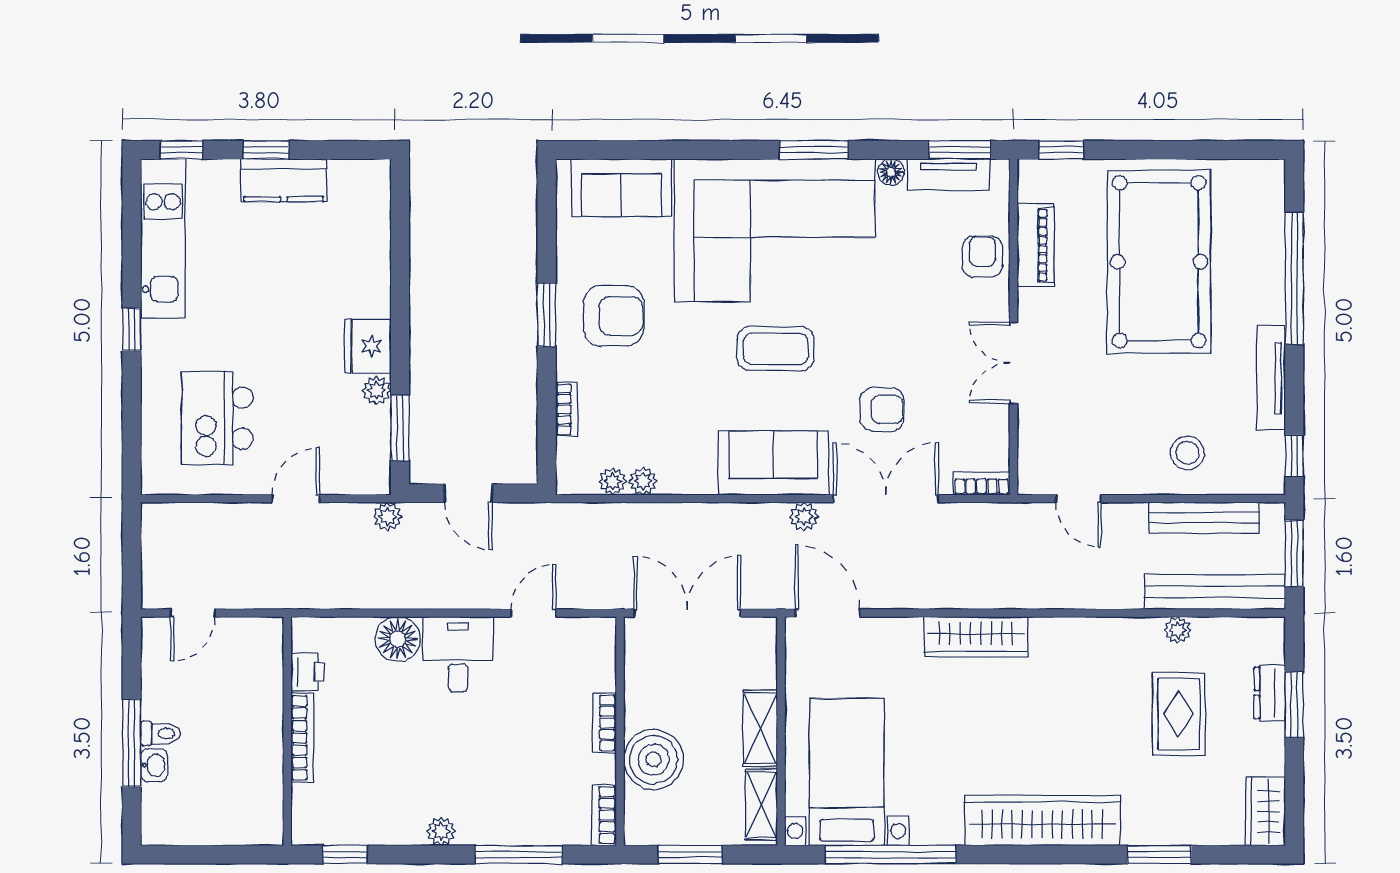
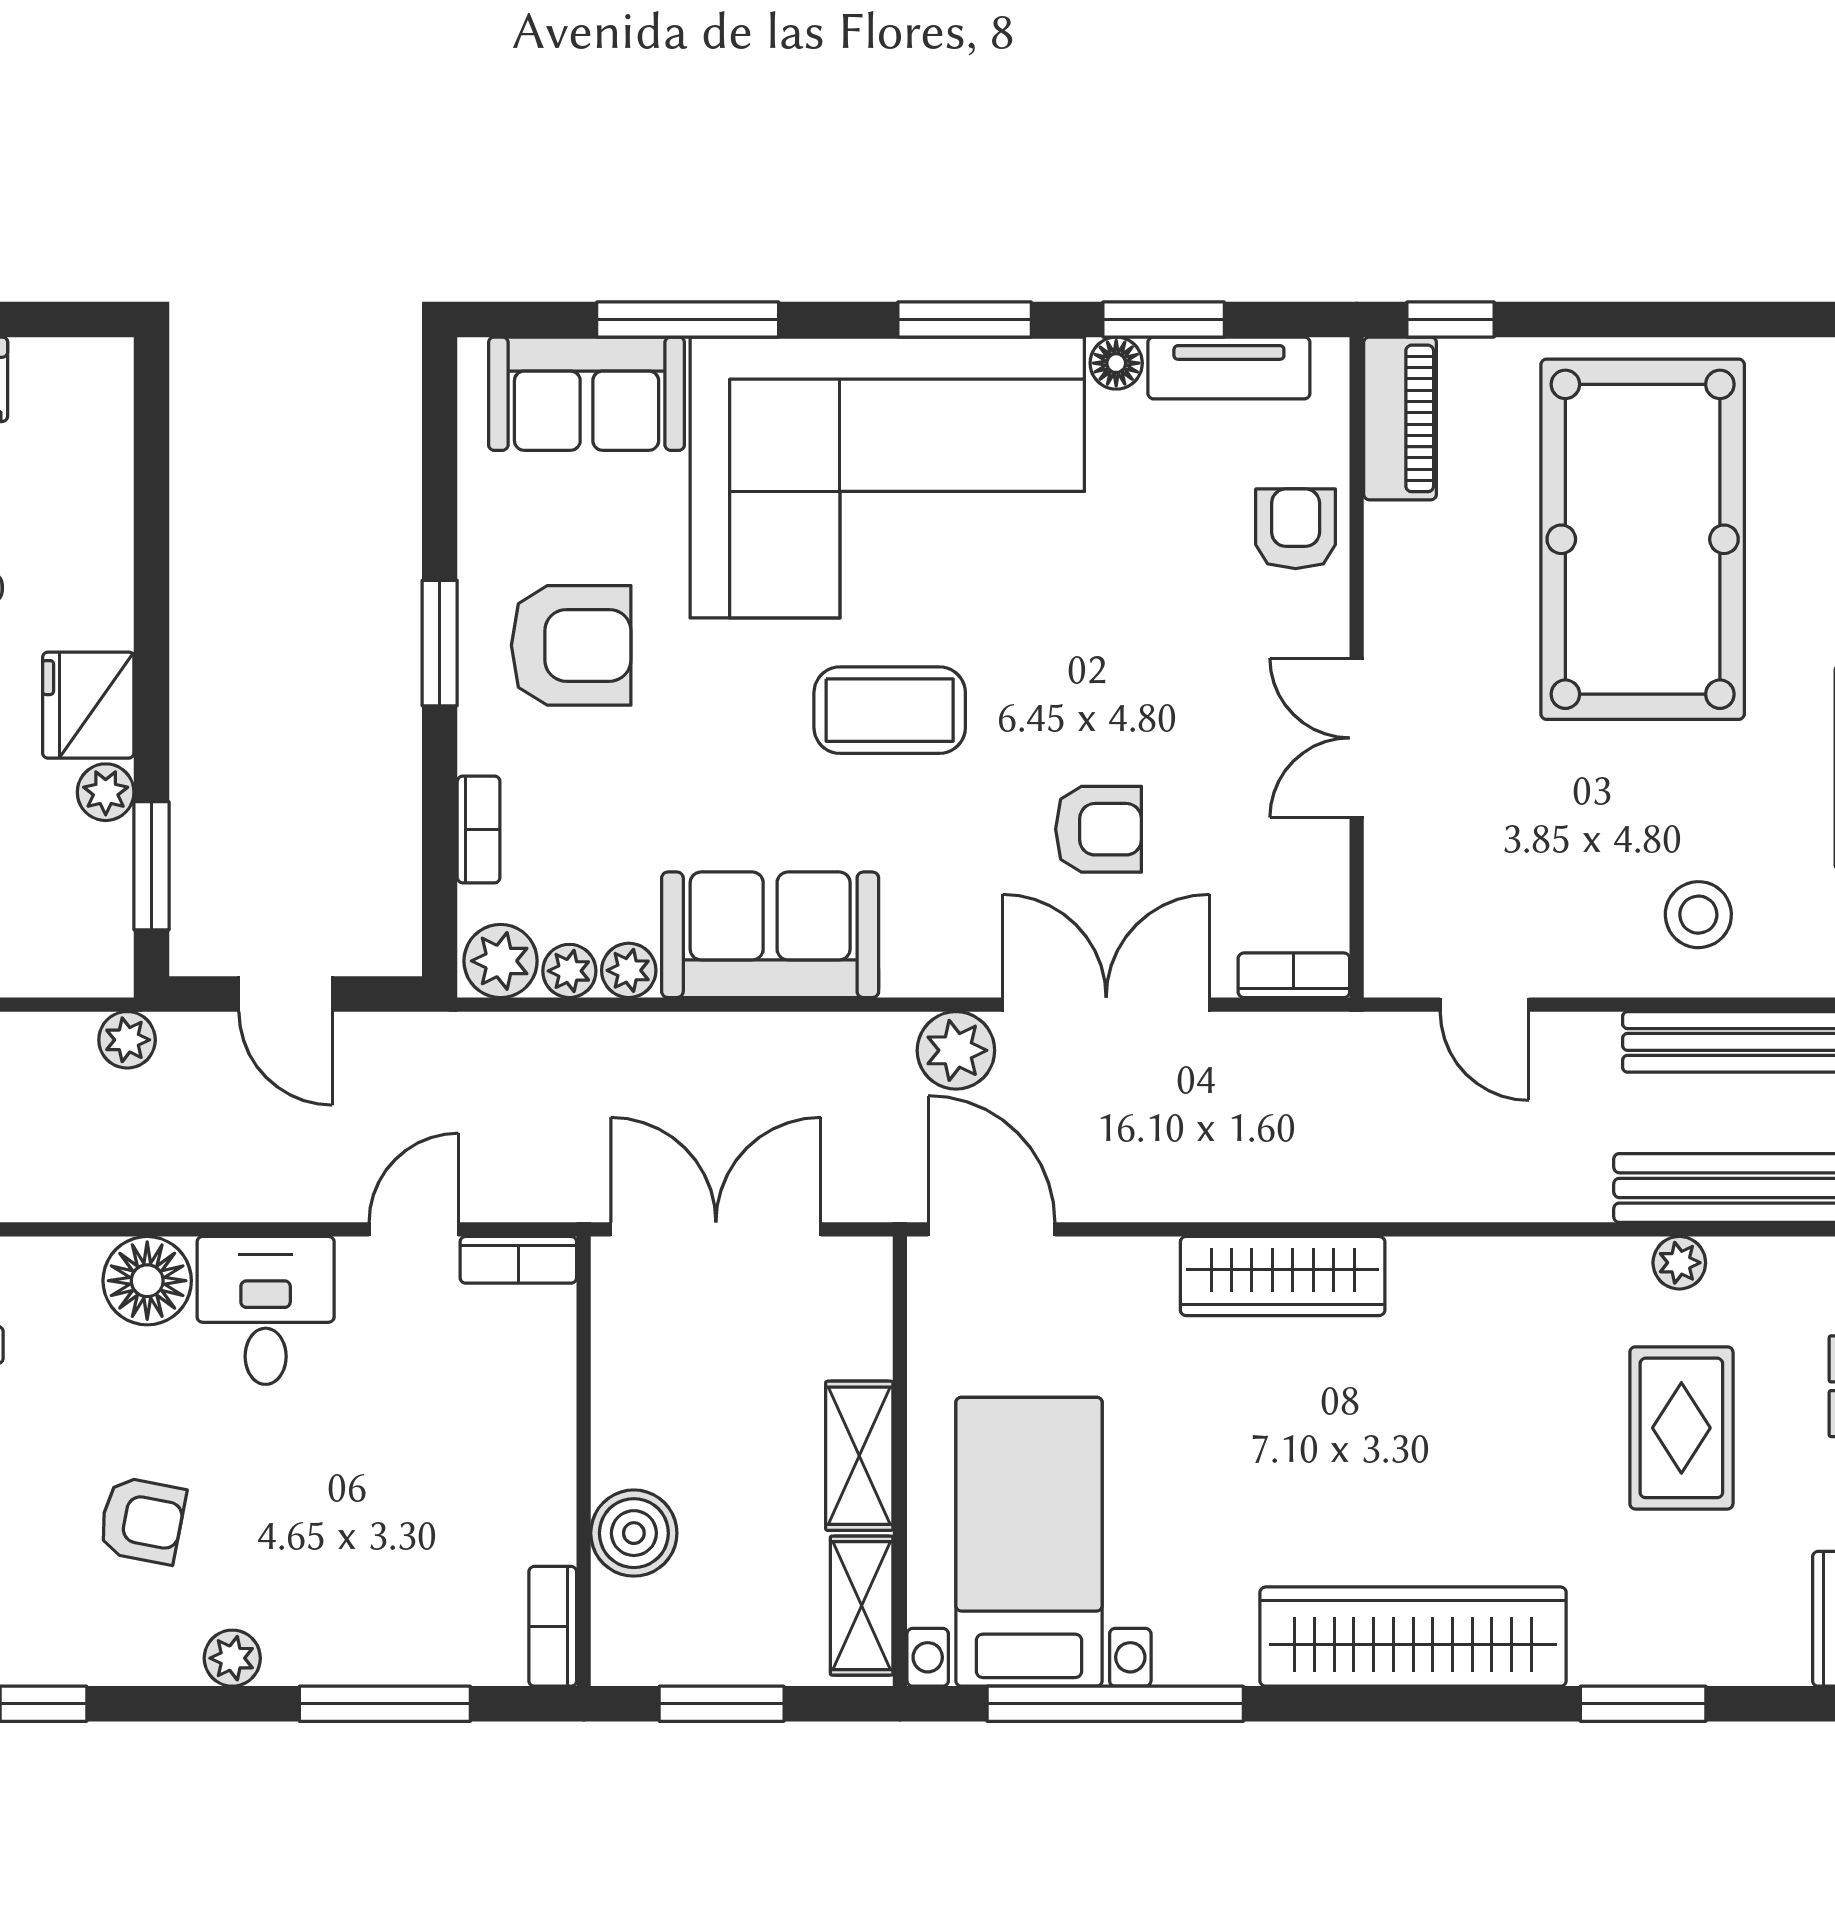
window: (673, 150) -> (688, 319), added
window: (960, 150) -> (1164, 319), moved
piano: (1036, 245) -> (1400, 418), moved
sofa: (773, 463) -> (770, 935), moved
plant: (578, 476) -> (501, 961), added
plant: (804, 517) -> (956, 1050), width x1.38, depth x1.38
bookcase: (605, 723) -> (518, 1260), moved, turned -90
boiler: (654, 760) -> (634, 1533), width x0.73, depth x0.73
armchair: (395, 761) -> (142, 1520), added

